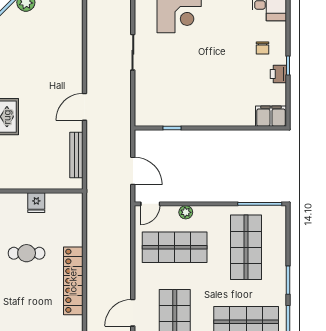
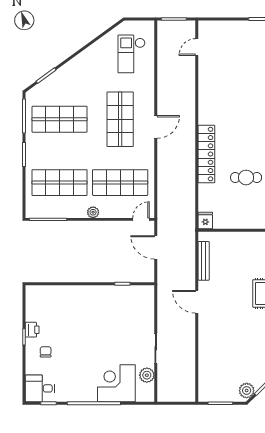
plant: (143, 21) -> (147, 375), added
door: (84, 107) -> (197, 302), swing flipped
filing cabinet: (271, 116) -> (38, 294), removed
fridge: (36, 203) -> (205, 220), moved
plant: (186, 212) -> (93, 212), moved
shop shelf: (246, 247) -> (60, 183), turned 90

